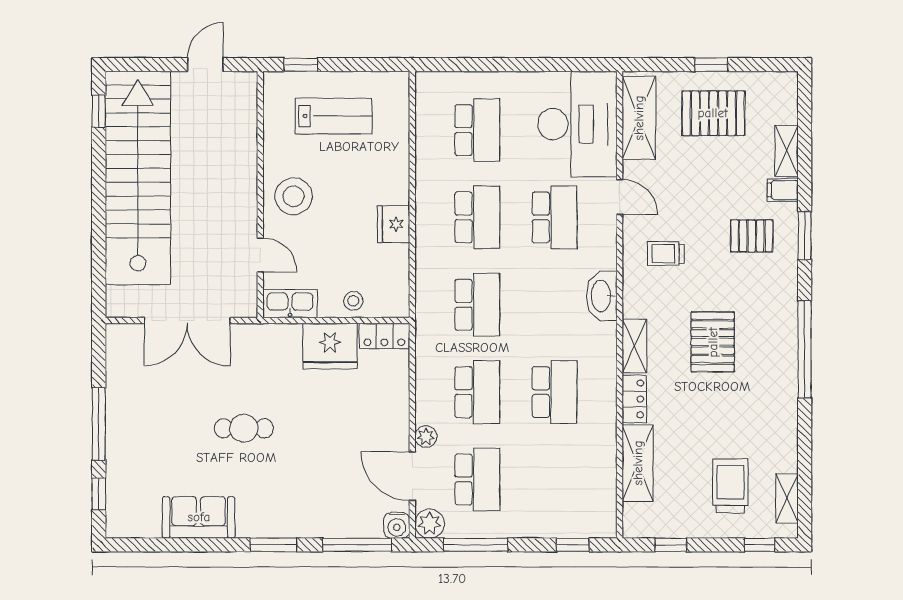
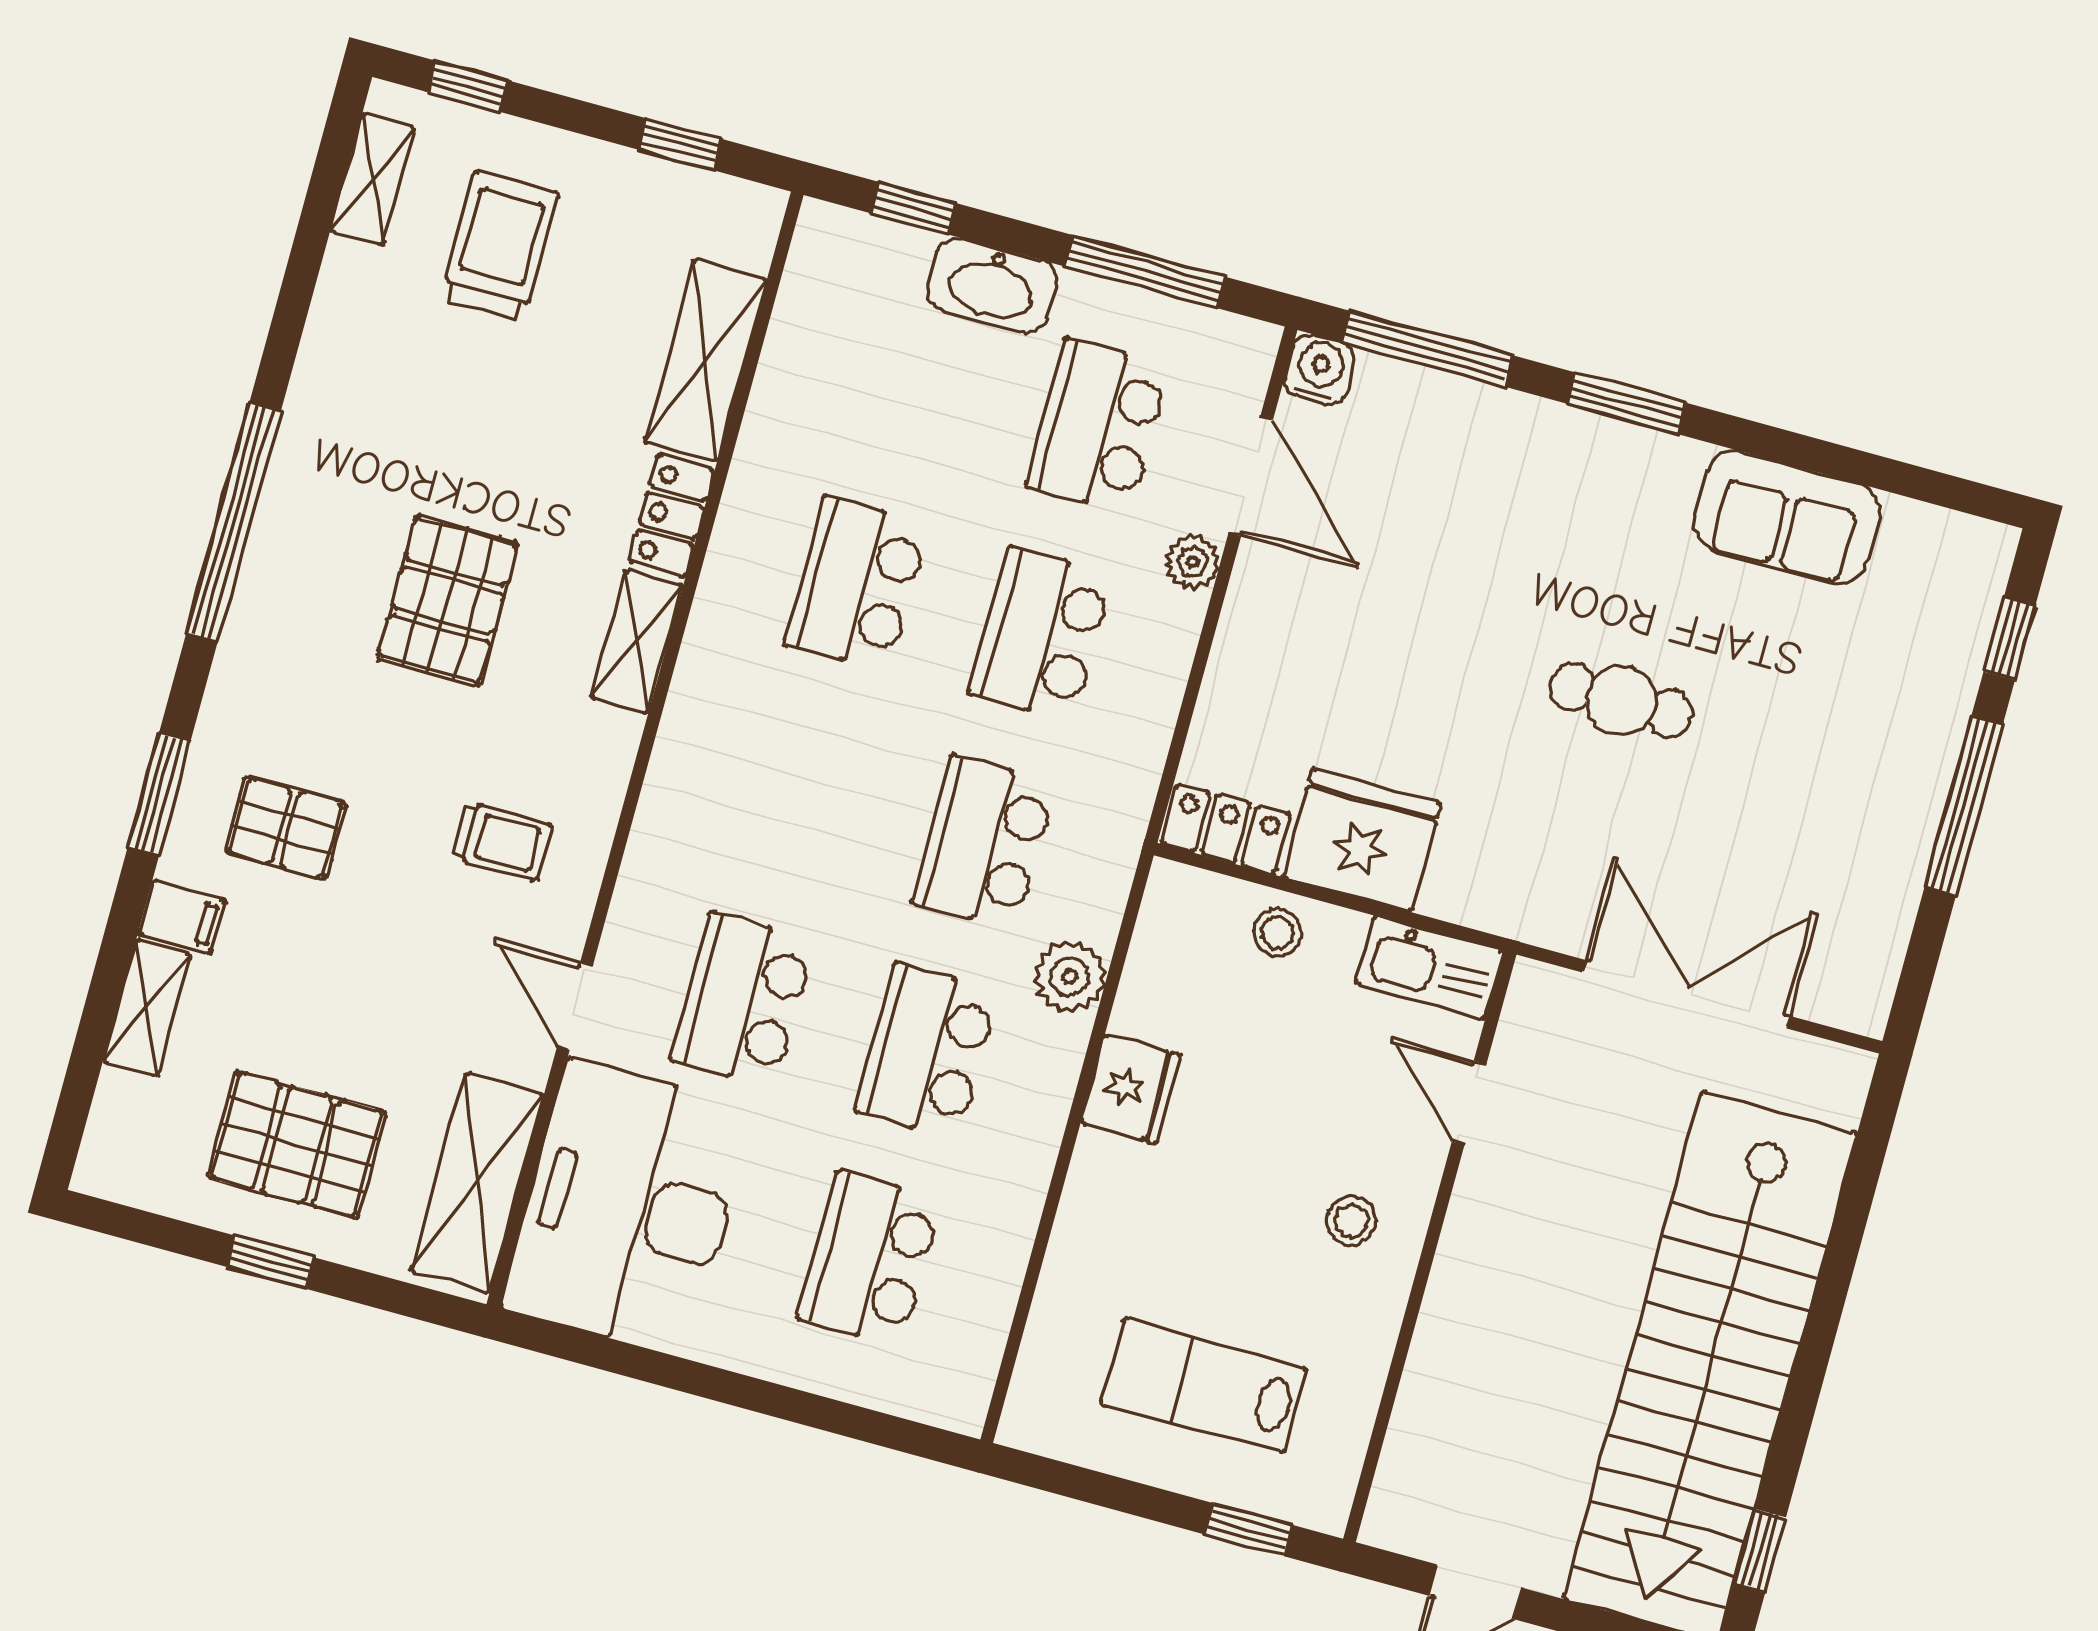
stool: (294, 196) -> (1351, 1221), width x0.53, depth x0.53
washbasin: (602, 296) -> (992, 285), moved, turned 90
trolley: (730, 486) -> (499, 246), turned 180
plant: (430, 524) -> (1069, 977), moved

